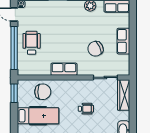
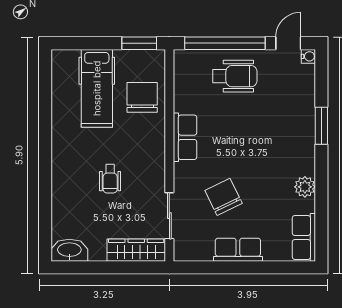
chair: (43, 92) -> (142, 97), turned 180

